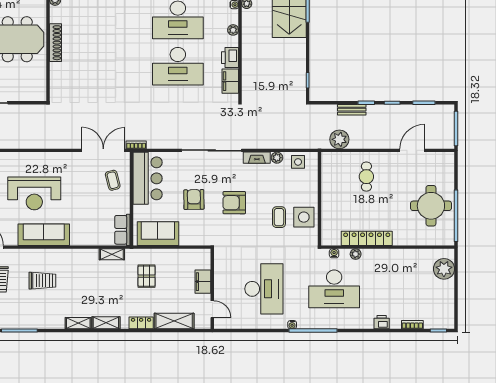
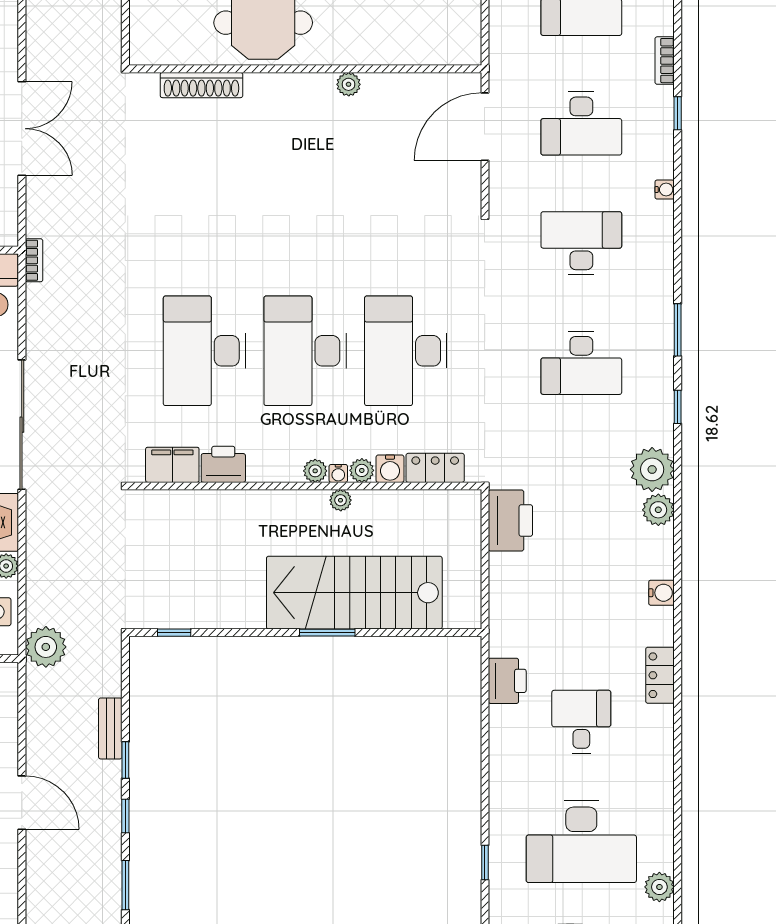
plant: (233, 30) -> (315, 471), moved
shoe rack: (55, 43) -> (201, 85), moved
plant: (339, 139) -> (46, 647), moved
double door: (103, 150) -> (22, 129), moved
door: (412, 150) -> (22, 803), moved

